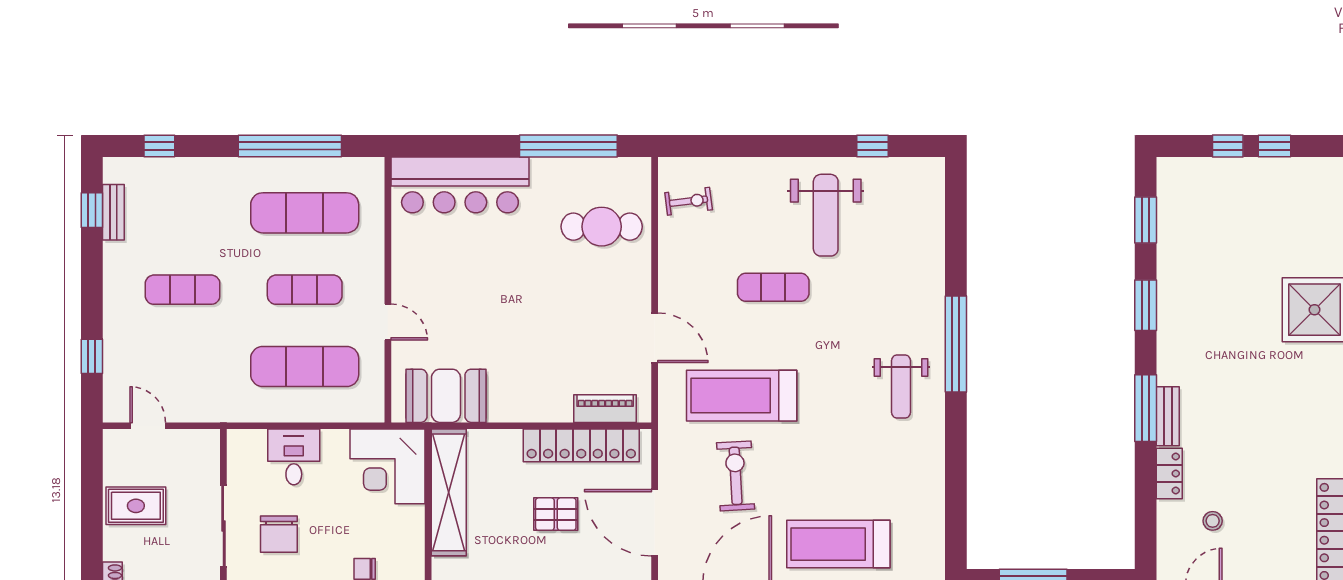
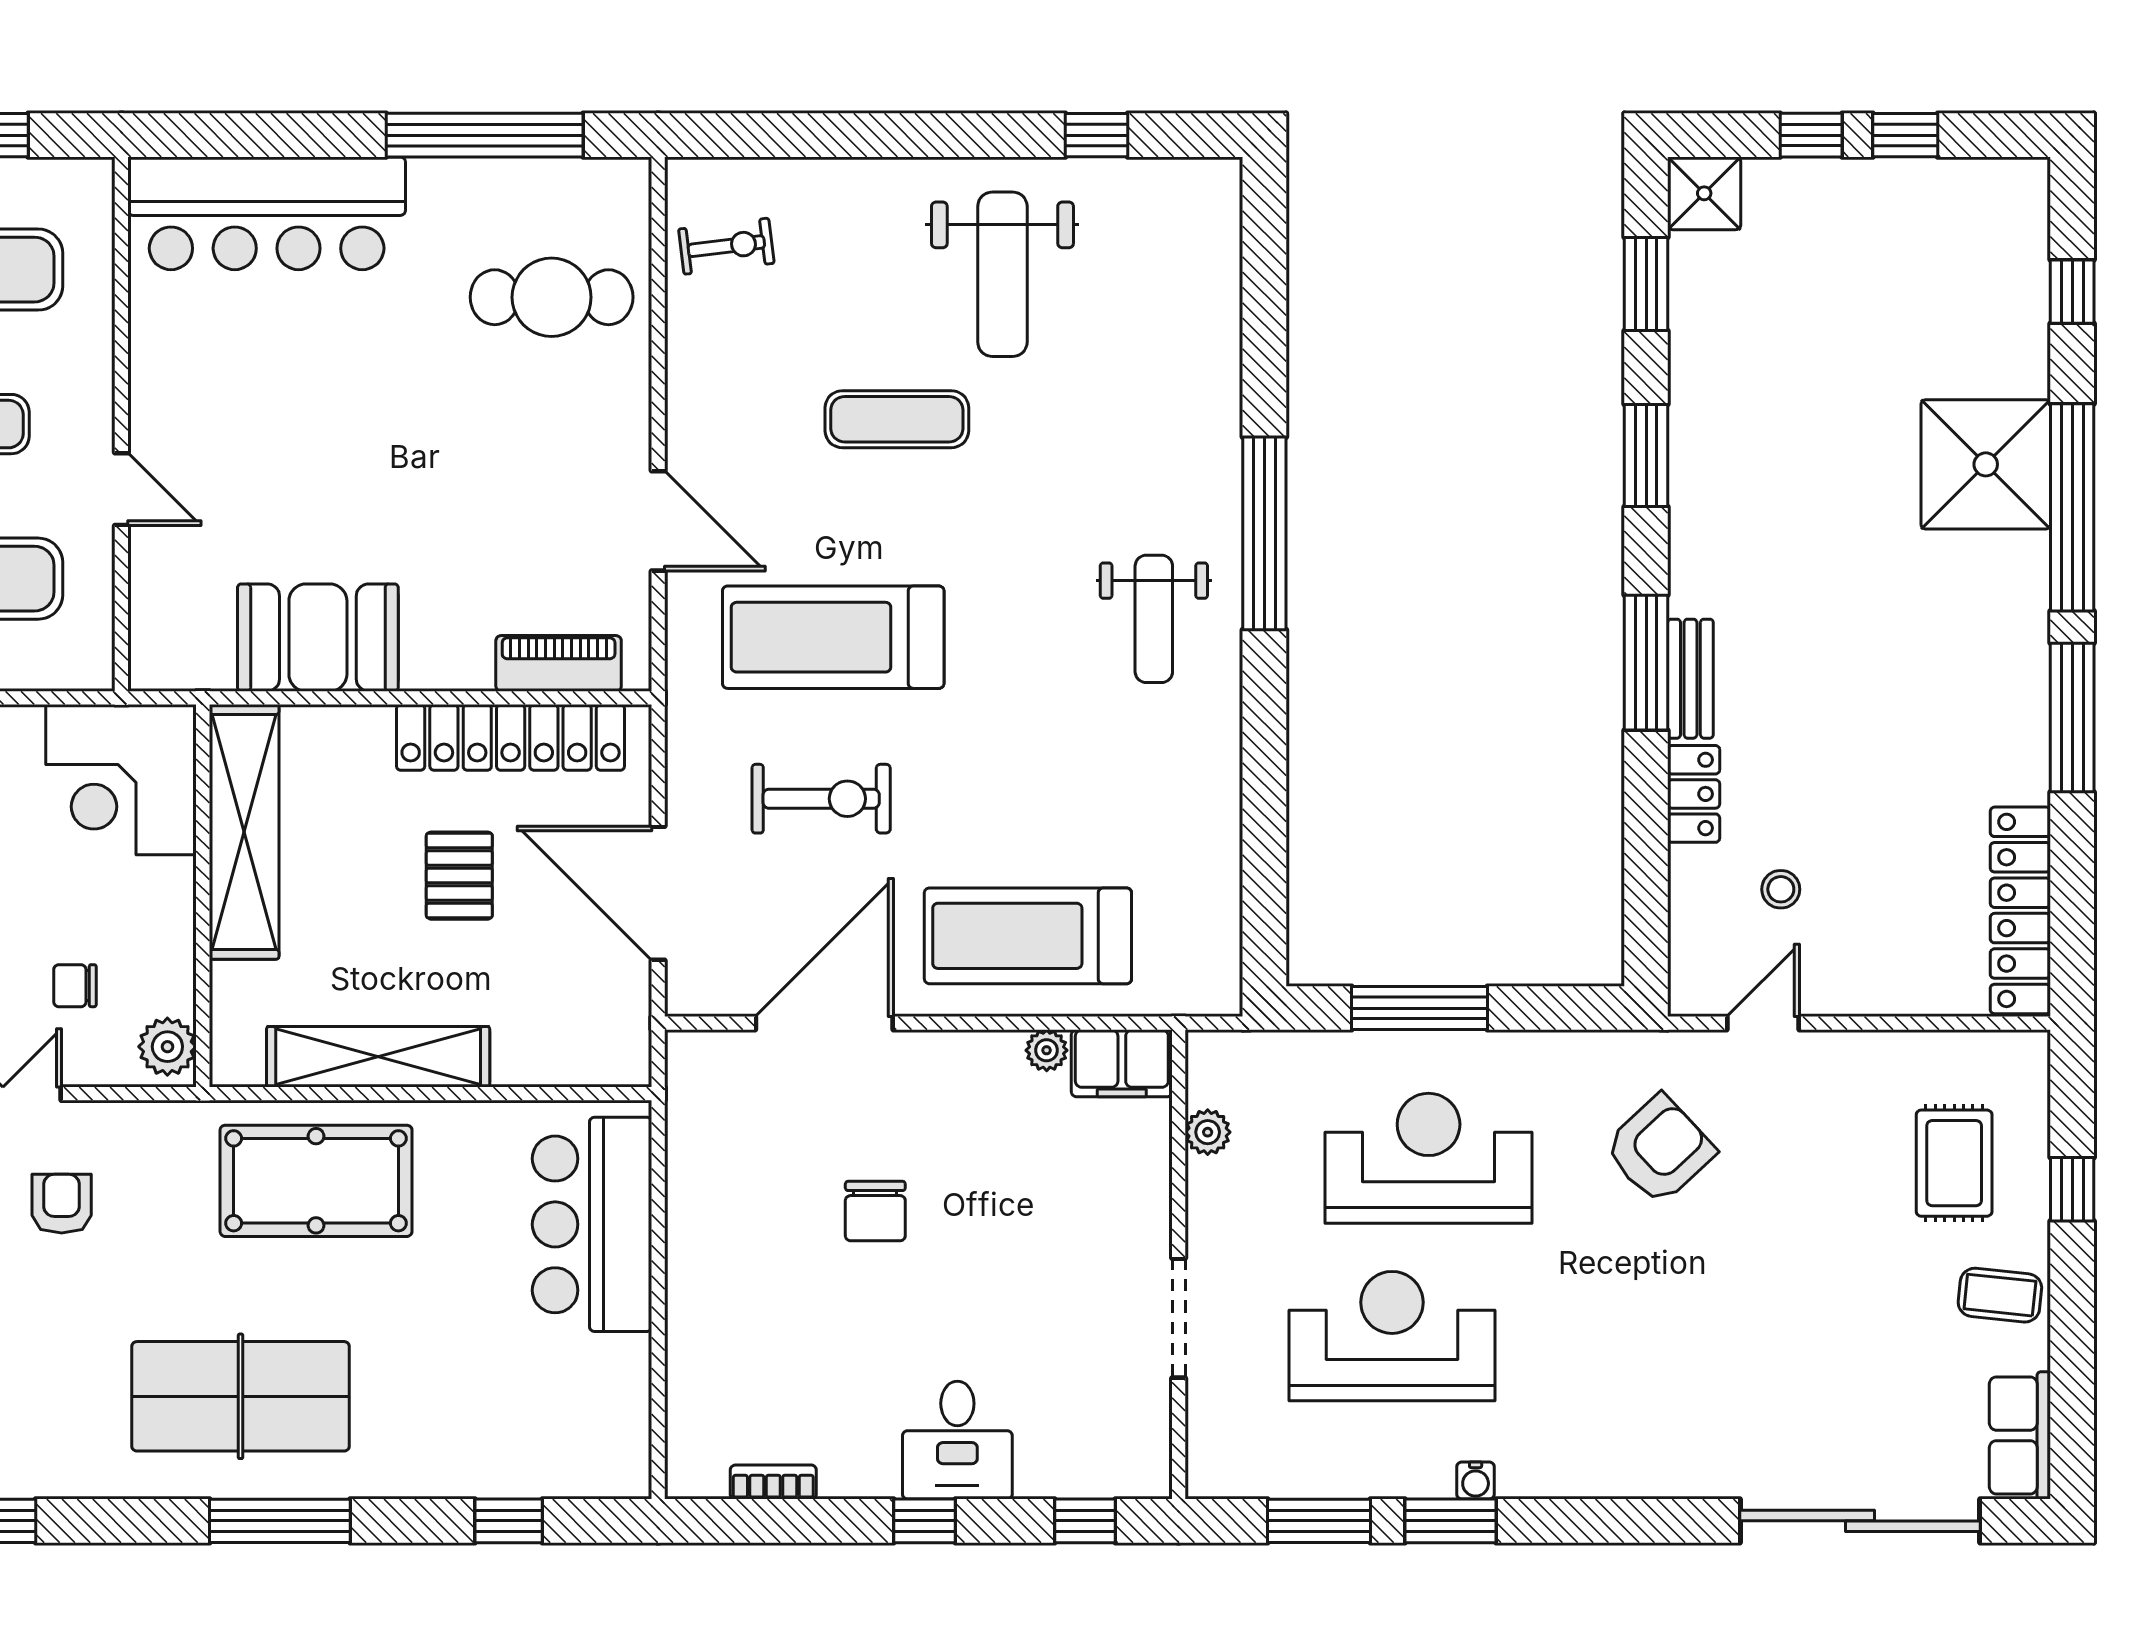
shower: (1175, 175) -> (1704, 193), added
booth: (446, 396) -> (318, 638), moved
exercise bike: (736, 476) -> (821, 799), turned 93
pallet: (556, 514) -> (459, 876), turned 90

